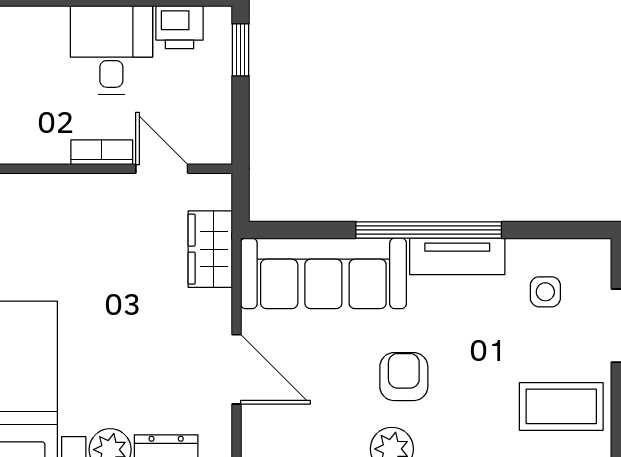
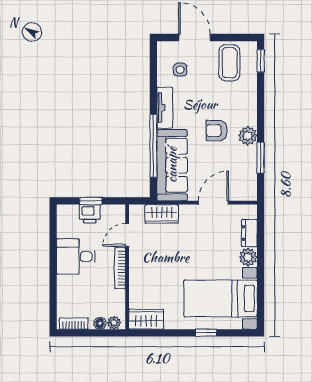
printer: (179, 27) -> (90, 214), moved, turned 90
window: (241, 50) -> (91, 201), moved
bookcase: (102, 152) -> (120, 268), width x1.56
window: (429, 230) -> (153, 146), moved

